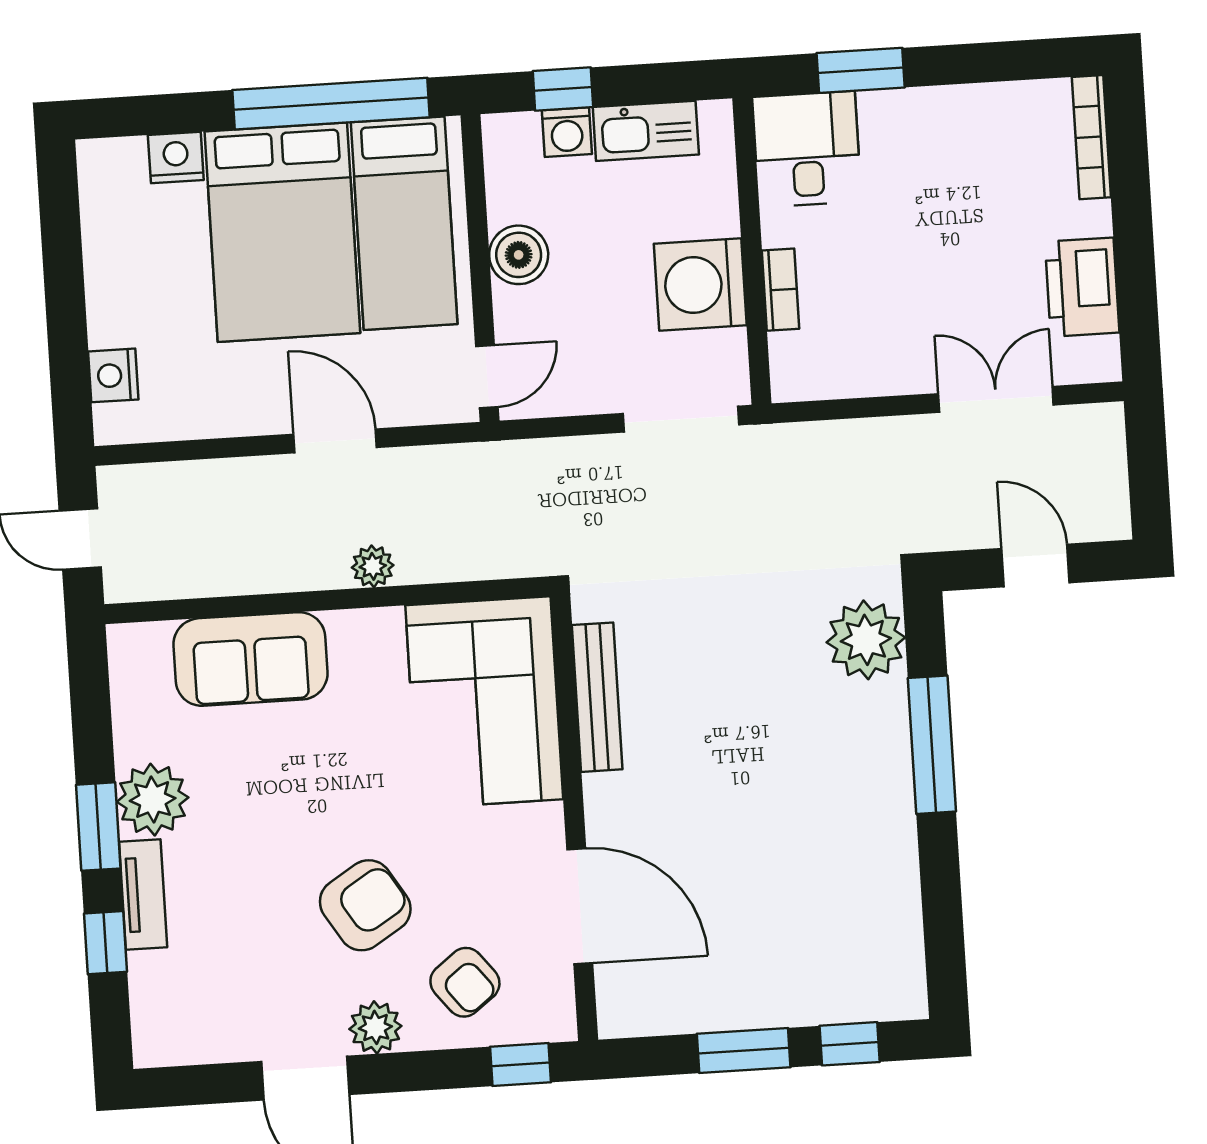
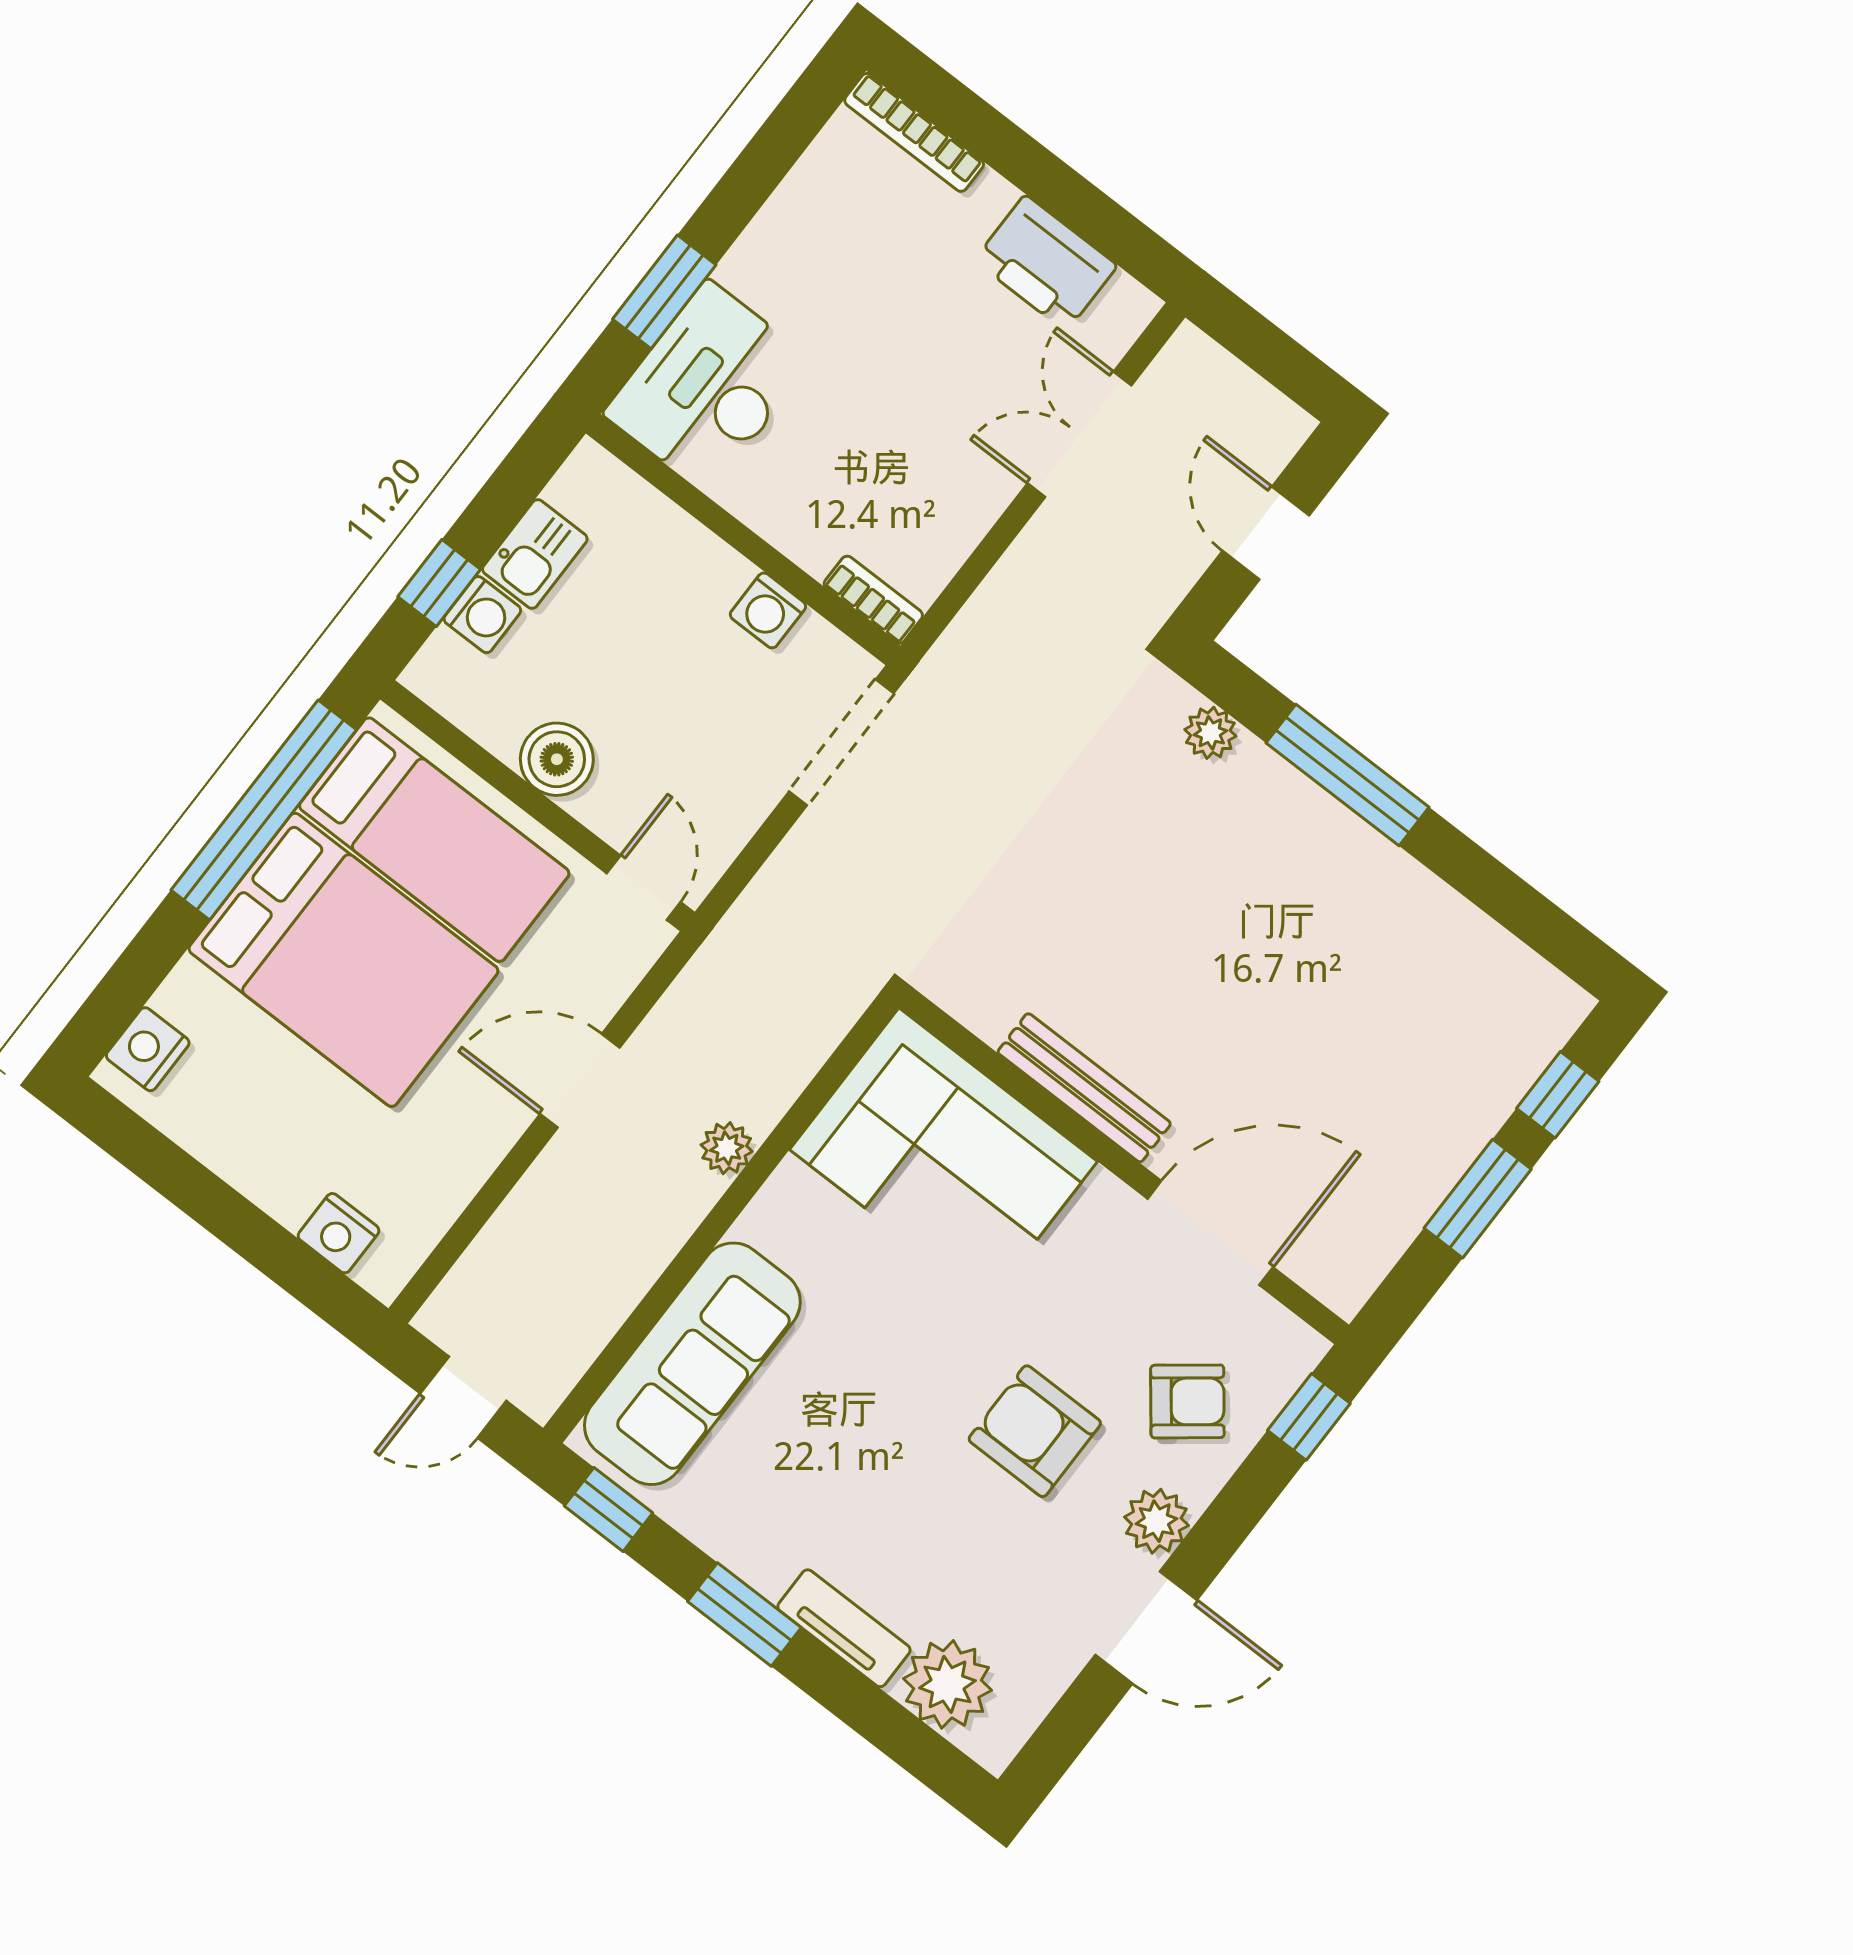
kitchen sink: (646, 131) -> (535, 554), width x0.73
desk: (807, 149) -> (708, 387), width x1.37
nightstand: (176, 158) -> (148, 1049), moved
washing machine: (700, 285) -> (768, 610), width x0.53, depth x0.53
bookcase: (780, 290) -> (873, 600), moved
door: (1036, 566) -> (1266, 533), hinge flipped
plant: (866, 640) -> (1210, 733), width x0.53, depth x0.53
sofa: (250, 659) -> (692, 1364), width x1.36
bench: (597, 697) -> (1084, 1088), moved
plant: (153, 800) -> (947, 1684), moved
armchair: (365, 905) -> (1035, 1431), turned -58
window: (106, 943) -> (609, 1509), moved

